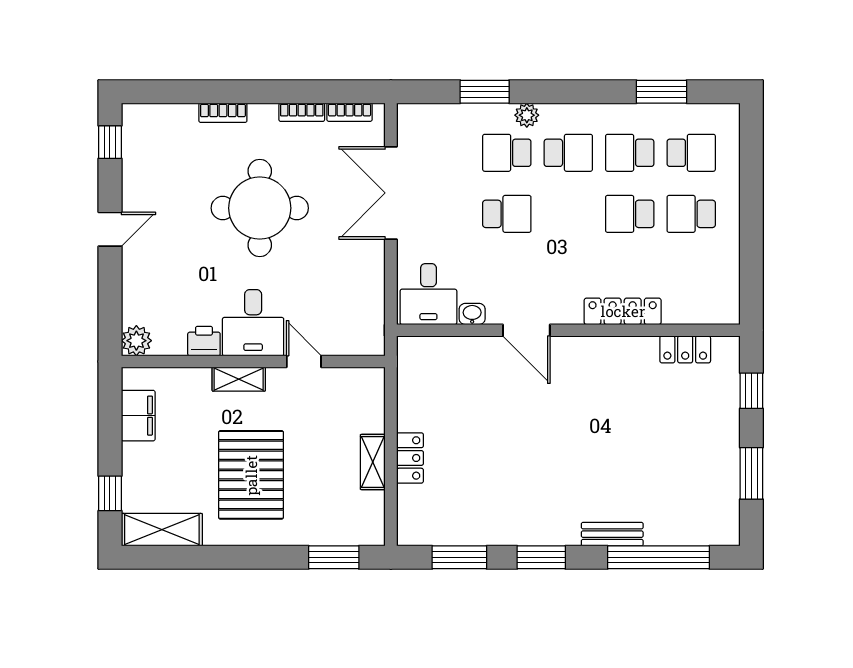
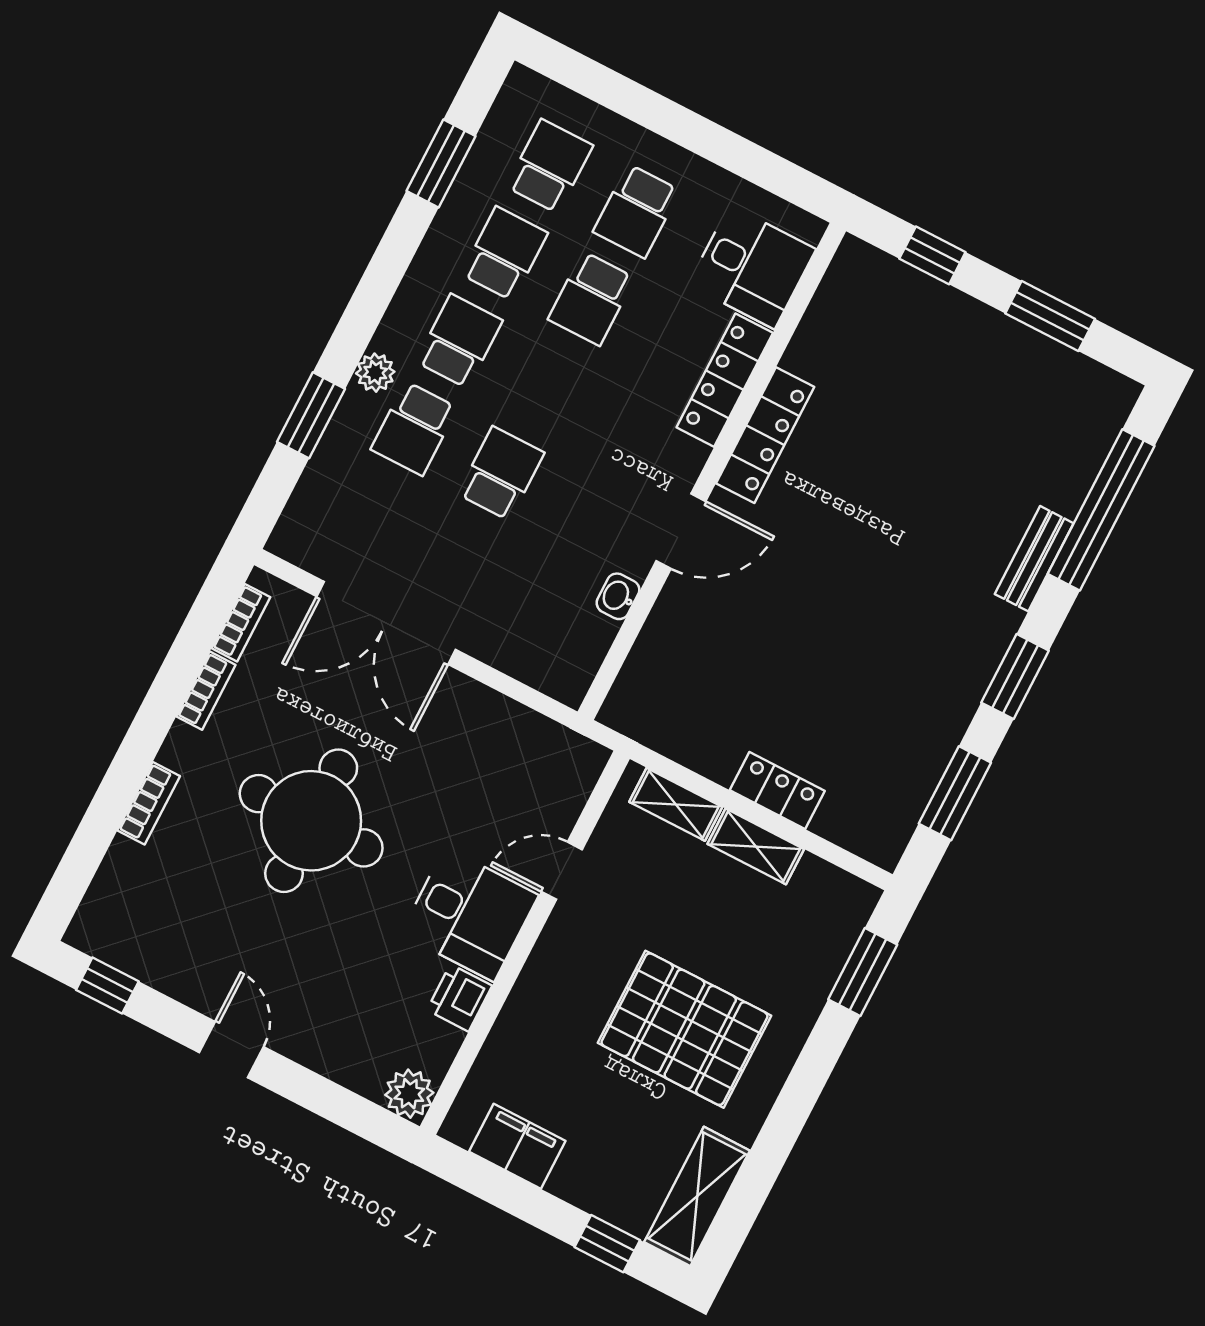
school desk: (630, 153) -> (504, 254), turned 180
desk: (428, 294) -> (752, 267), moved
locker: (685, 349) -> (765, 435), moved, width x1.53
shelving: (239, 379) -> (676, 804), moved, turned 90

